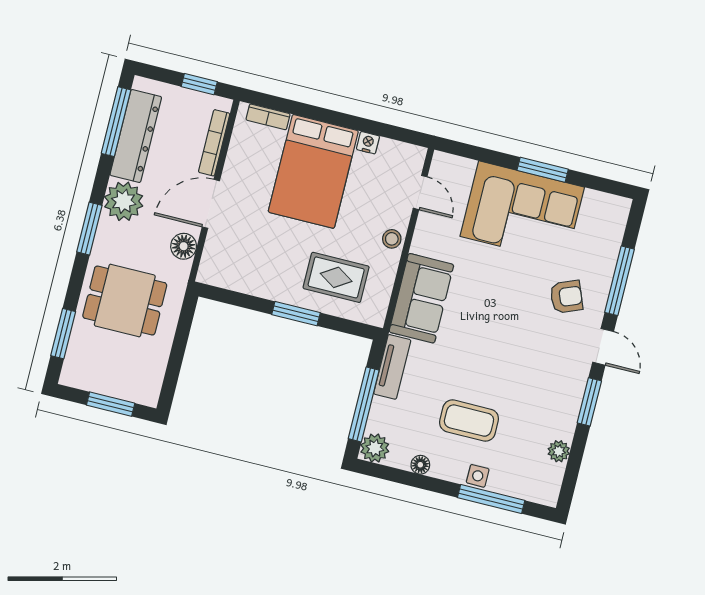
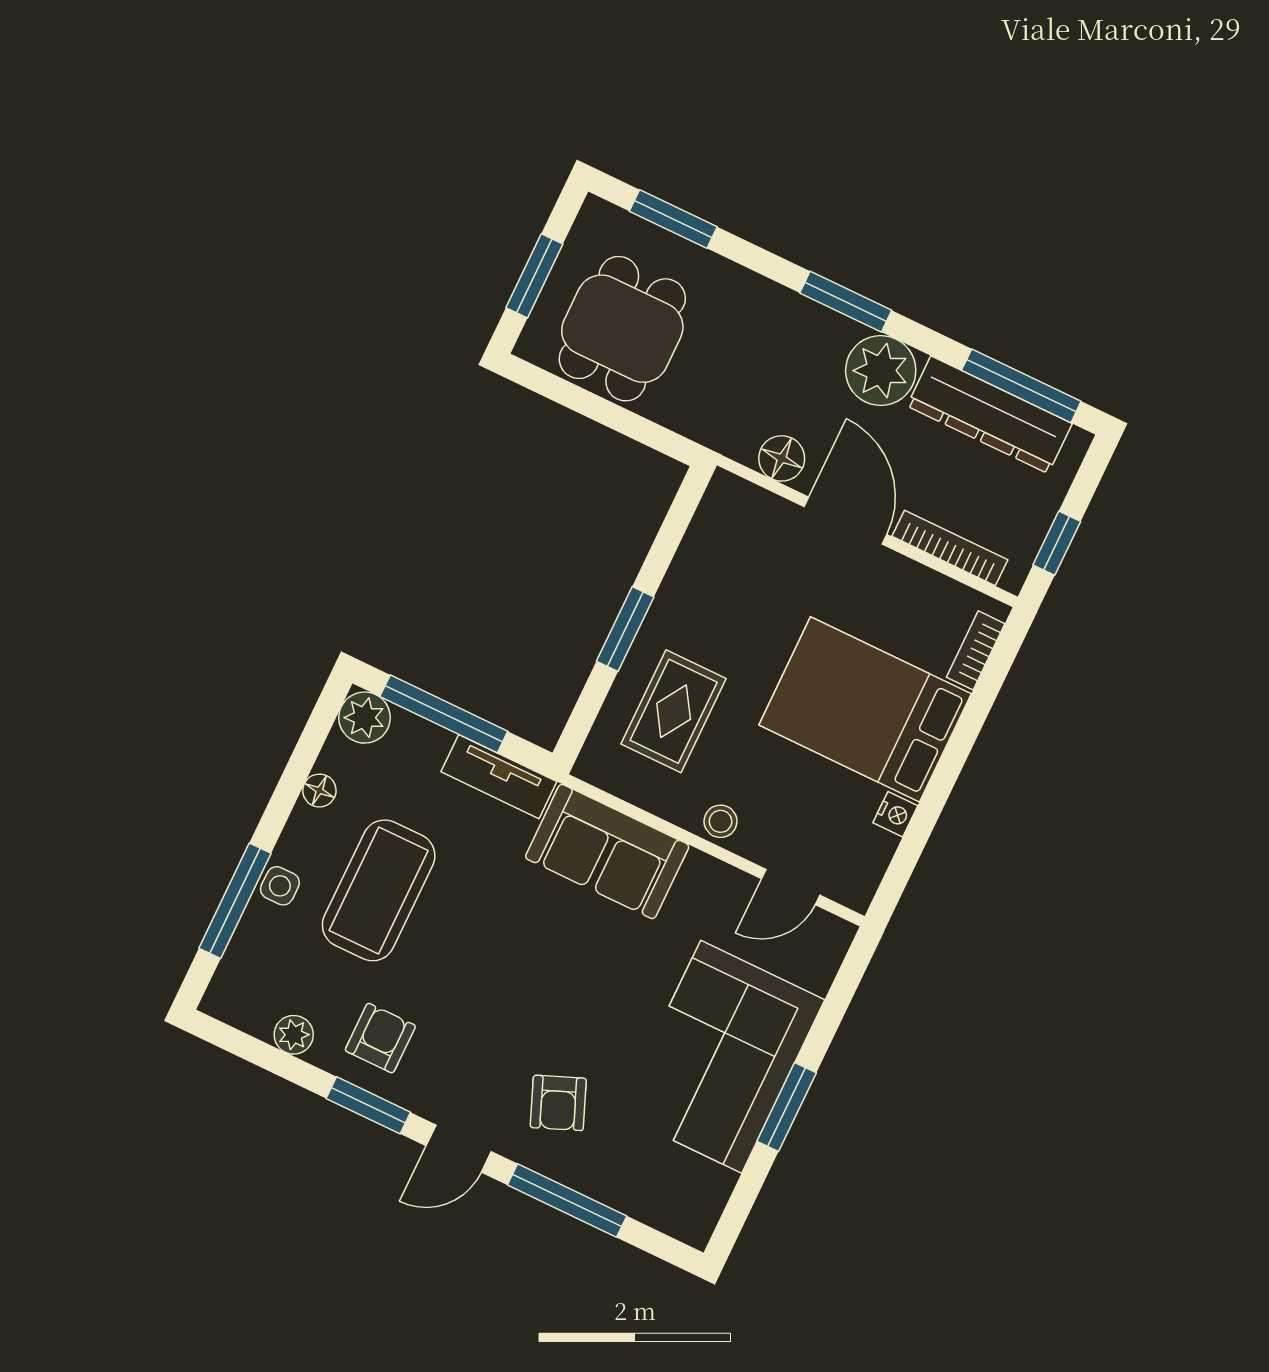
dining table: (125, 301) -> (622, 329), moved
armchair: (551, 403) -> (380, 1038), added
coffee table: (469, 421) -> (379, 890), width x1.36, depth x1.32

